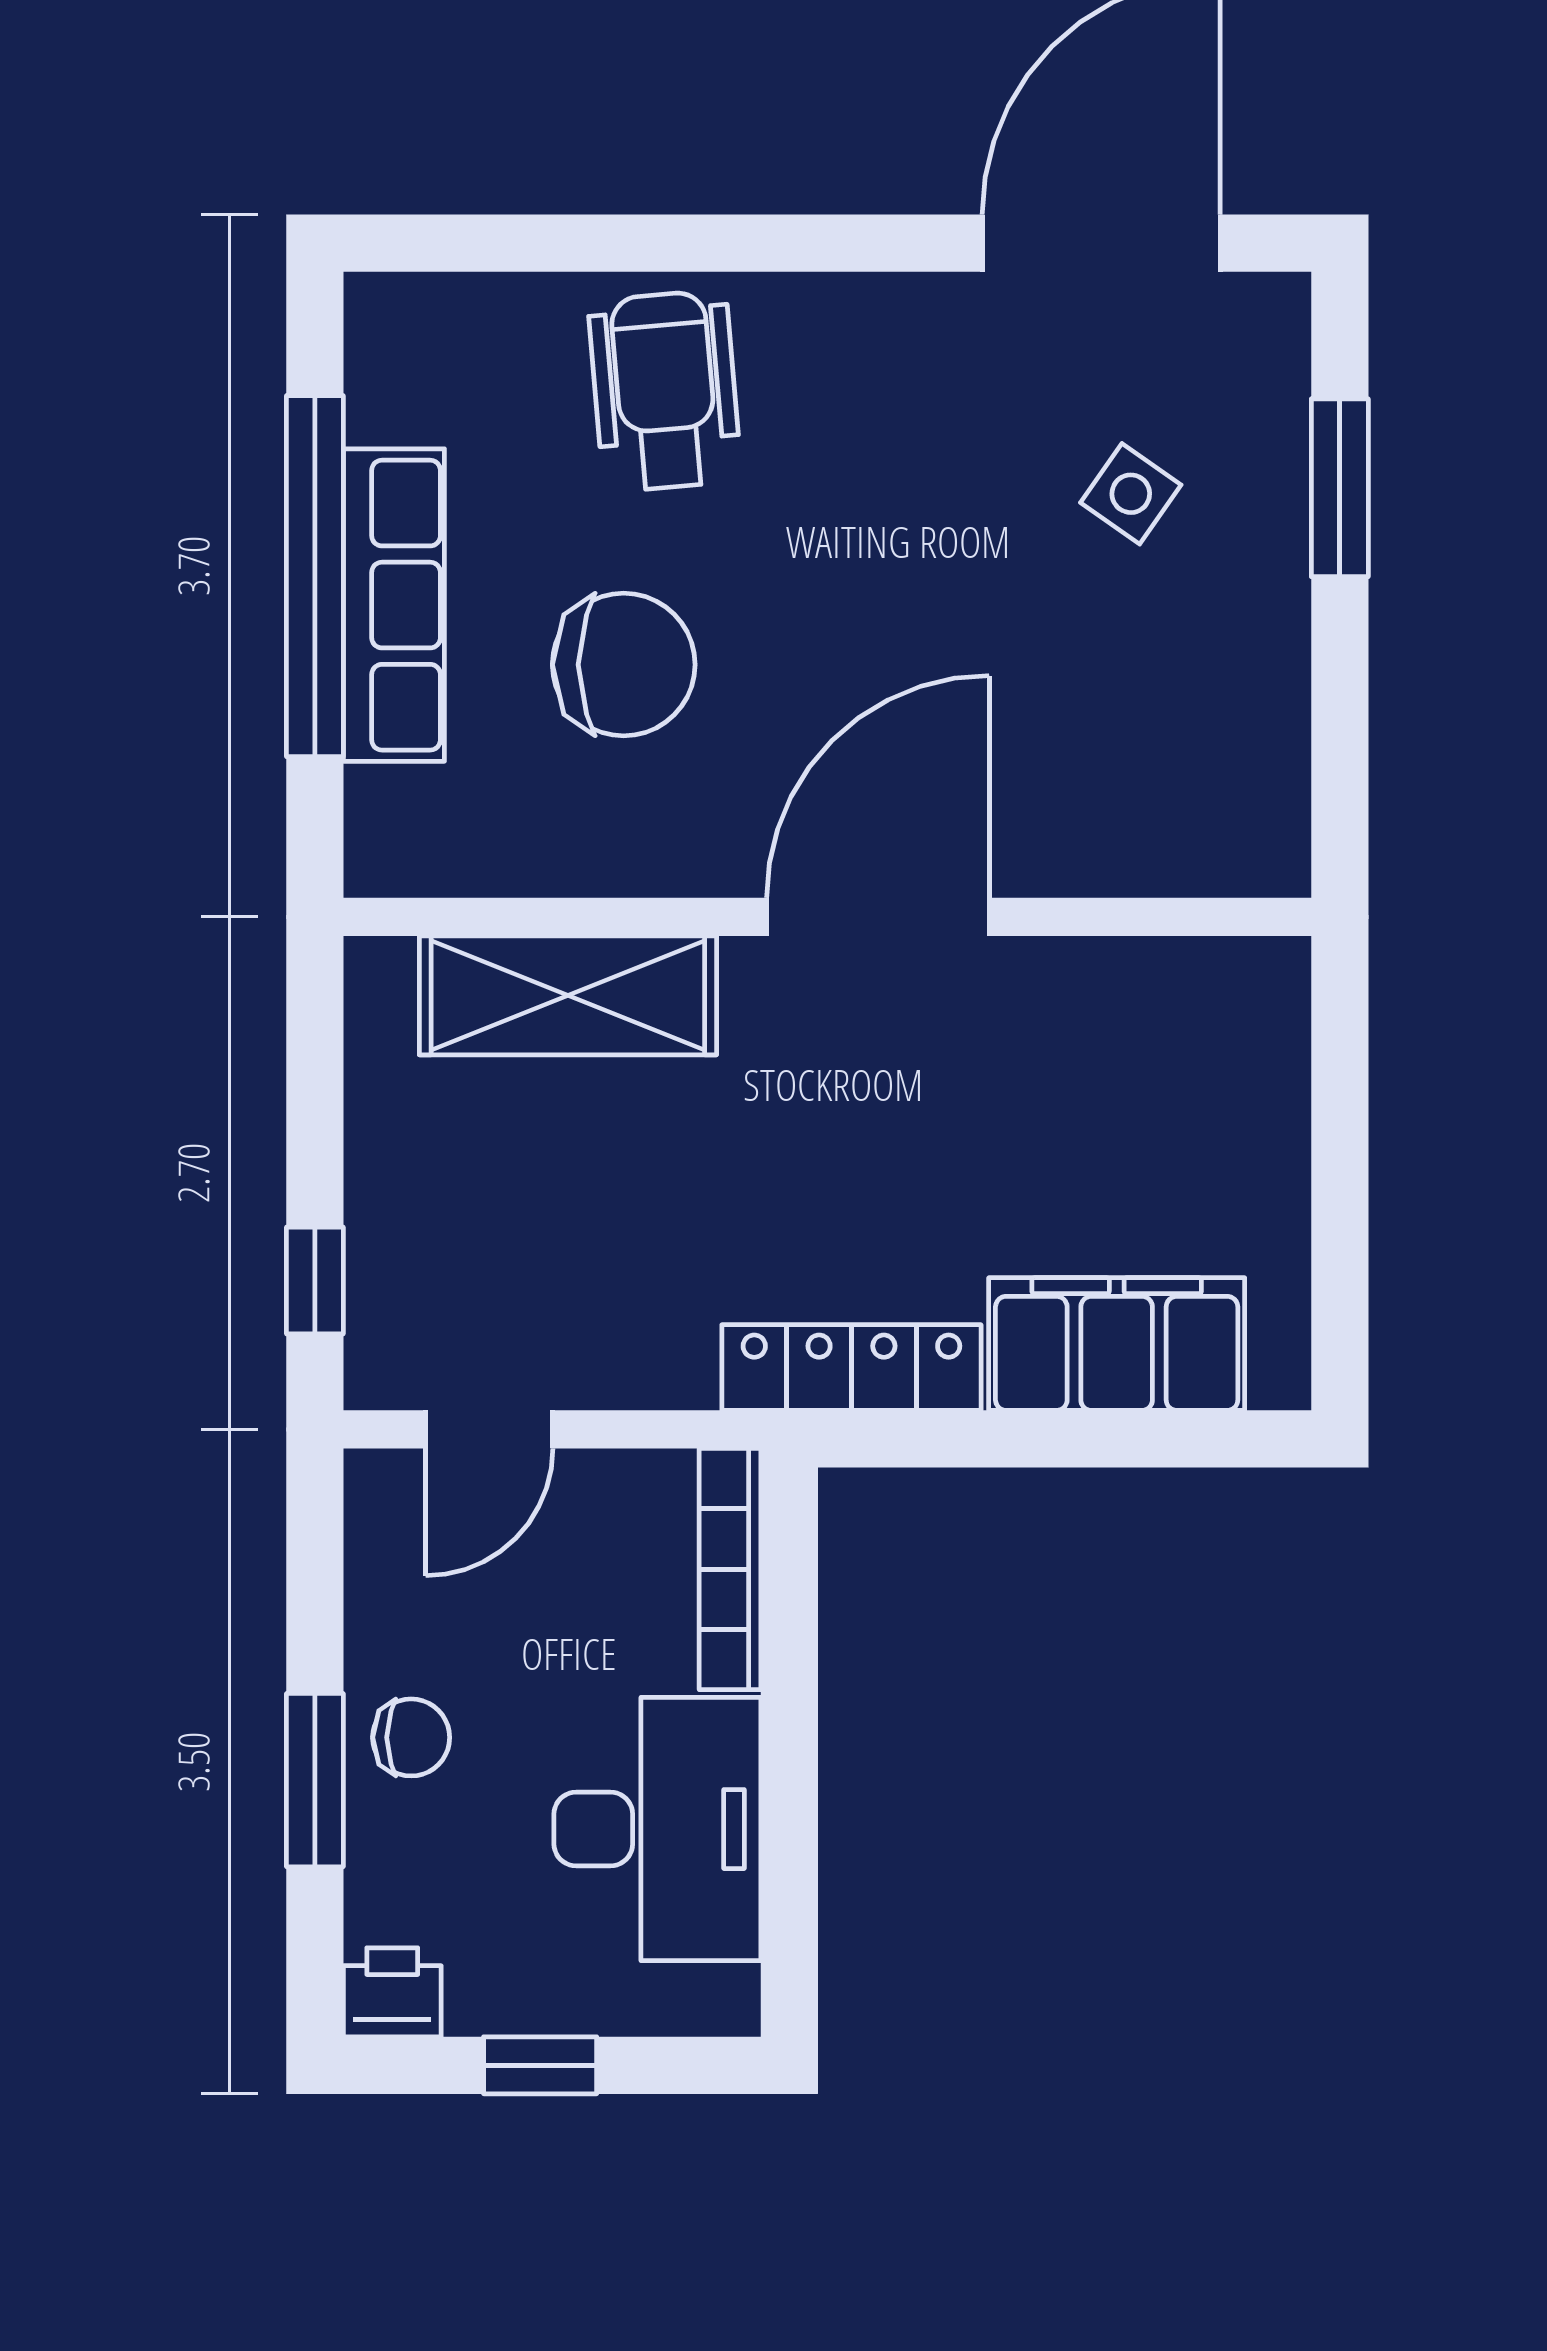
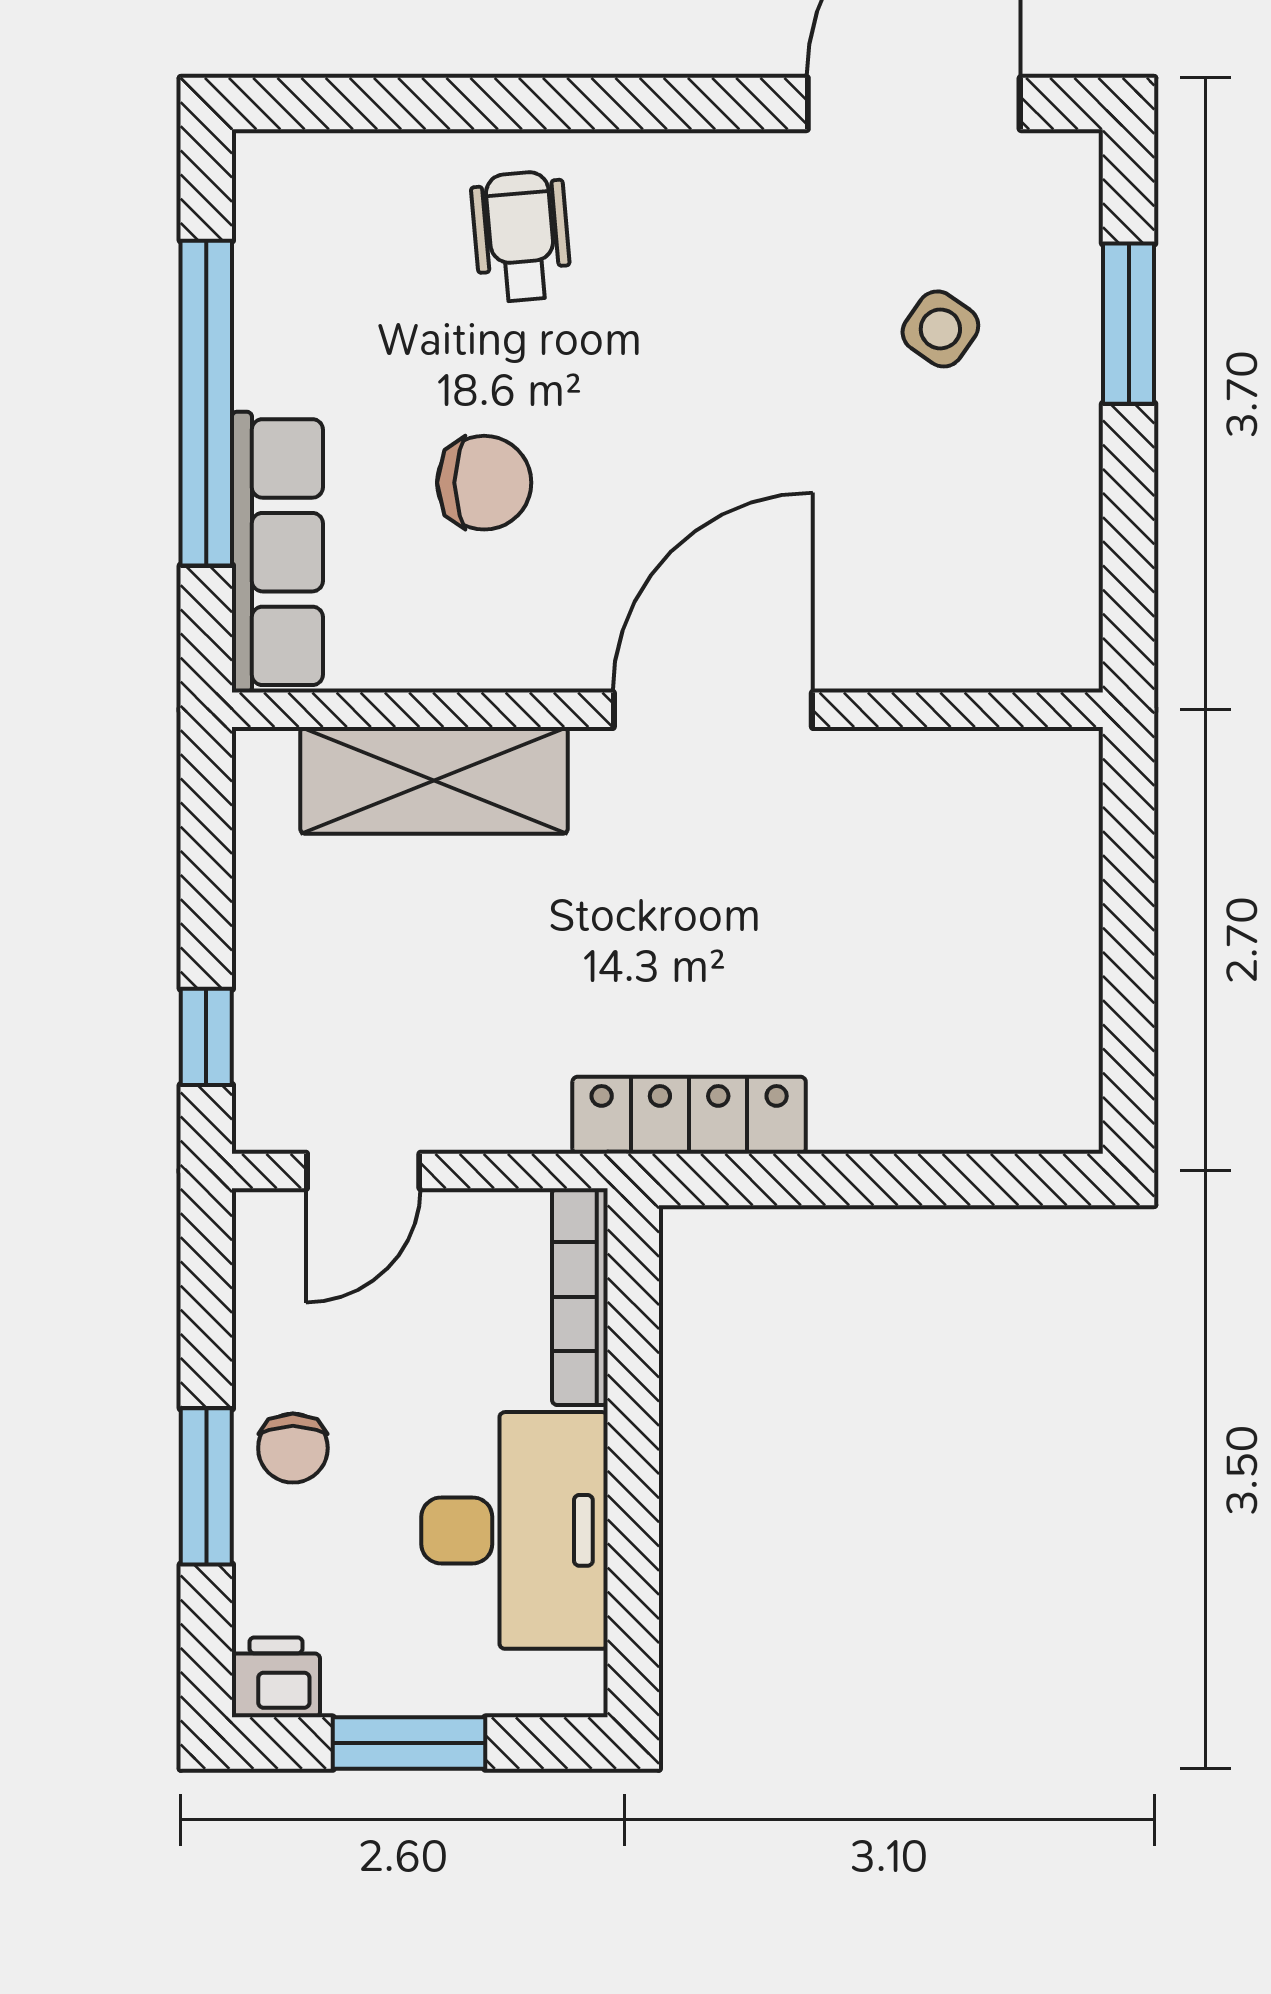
wheelchair: (665, 391) -> (521, 236), width x0.73, depth x0.73
row of seats: (394, 605) -> (277, 552), moved
chair: (624, 665) -> (484, 483), width x0.73, depth x0.73
filing cabinet: (1117, 1344) -> (928, 1094), removed
chair: (411, 1737) -> (293, 1448), turned 90
window: (540, 2065) -> (409, 1743), width x1.50

